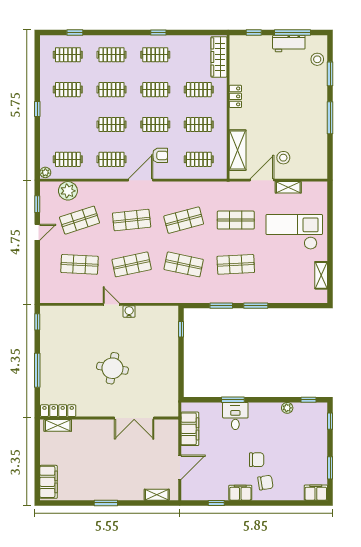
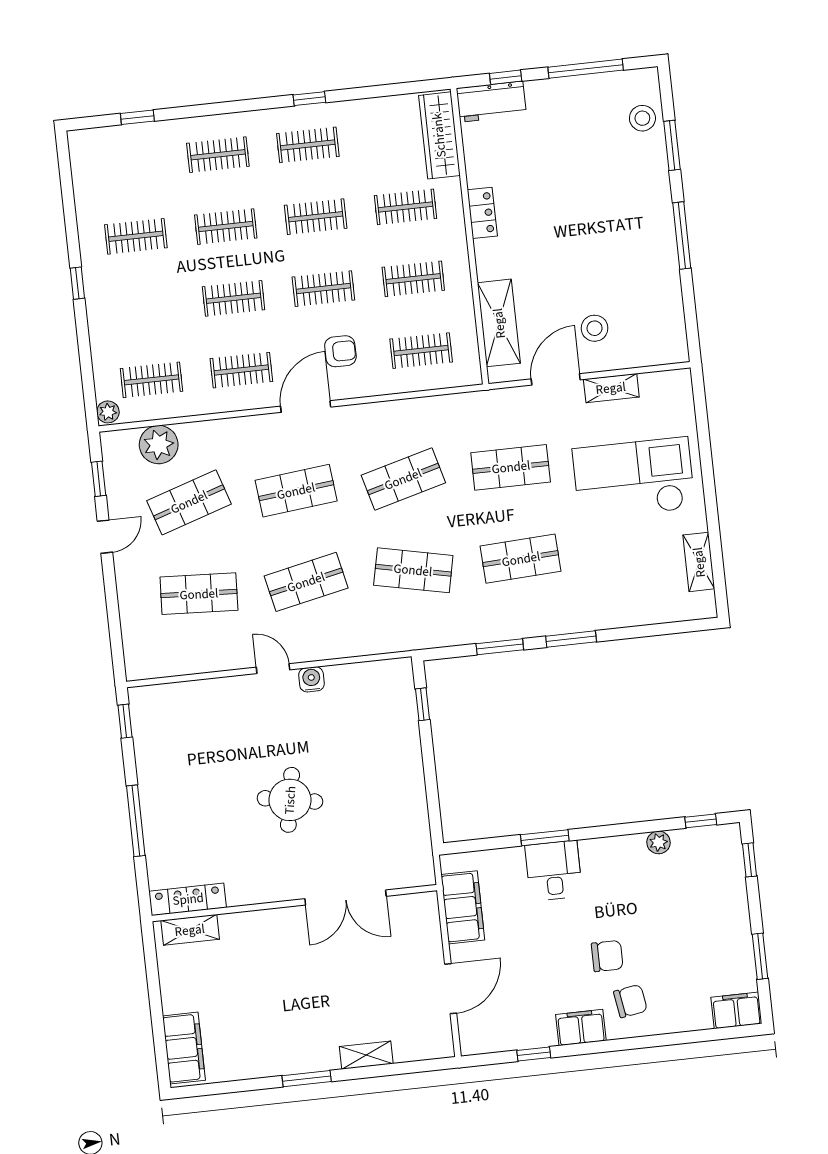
workbench: (289, 43) -> (491, 102), moved
clothes rail: (68, 55) -> (128, 164), removed
shelving: (157, 495) -> (366, 1055), moved

